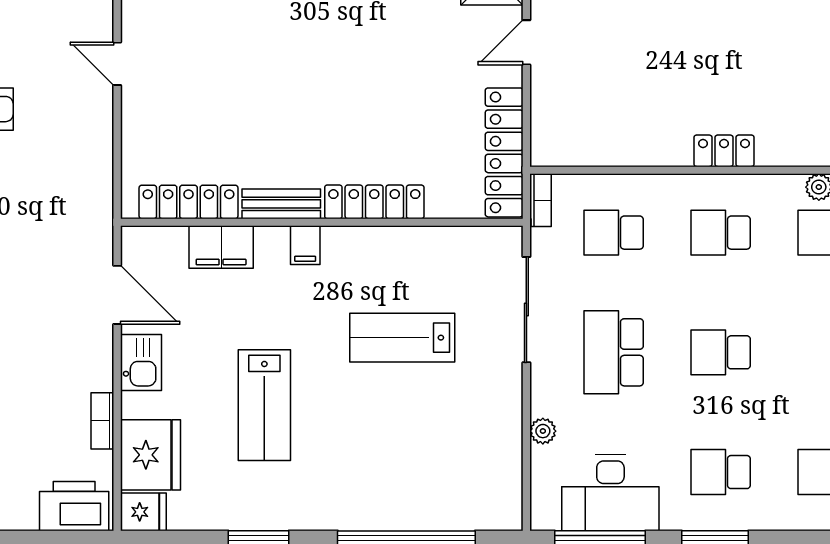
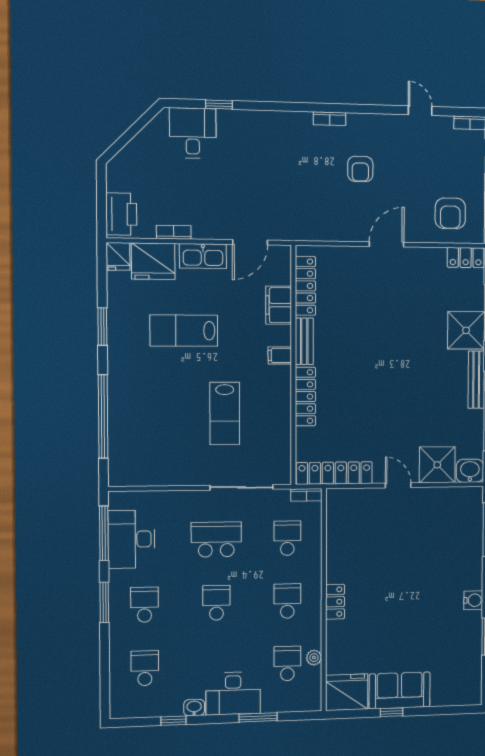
door: (117, 64) -> (387, 244), width x1.38
lab bench: (402, 338) -> (225, 413), turned 180
kitchen sink: (141, 362) -> (203, 256), width x1.38
plant: (543, 431) -> (169, 498), removed

